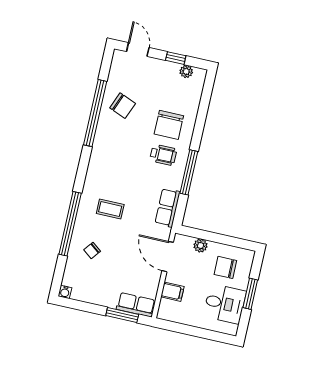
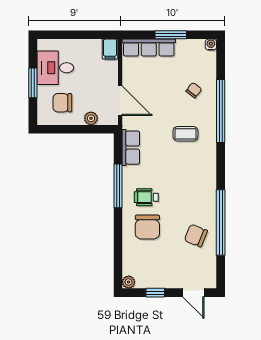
plant: (186, 71) -> (129, 282), moved
chair: (169, 125) -> (147, 227), turned 180
chair: (225, 267) -> (62, 103), turned 180
filing cabinet: (172, 292) -> (110, 49), moved, turned -90
row of seats: (136, 305) -> (149, 48), width x1.48
window: (122, 315) -> (171, 35), moved

